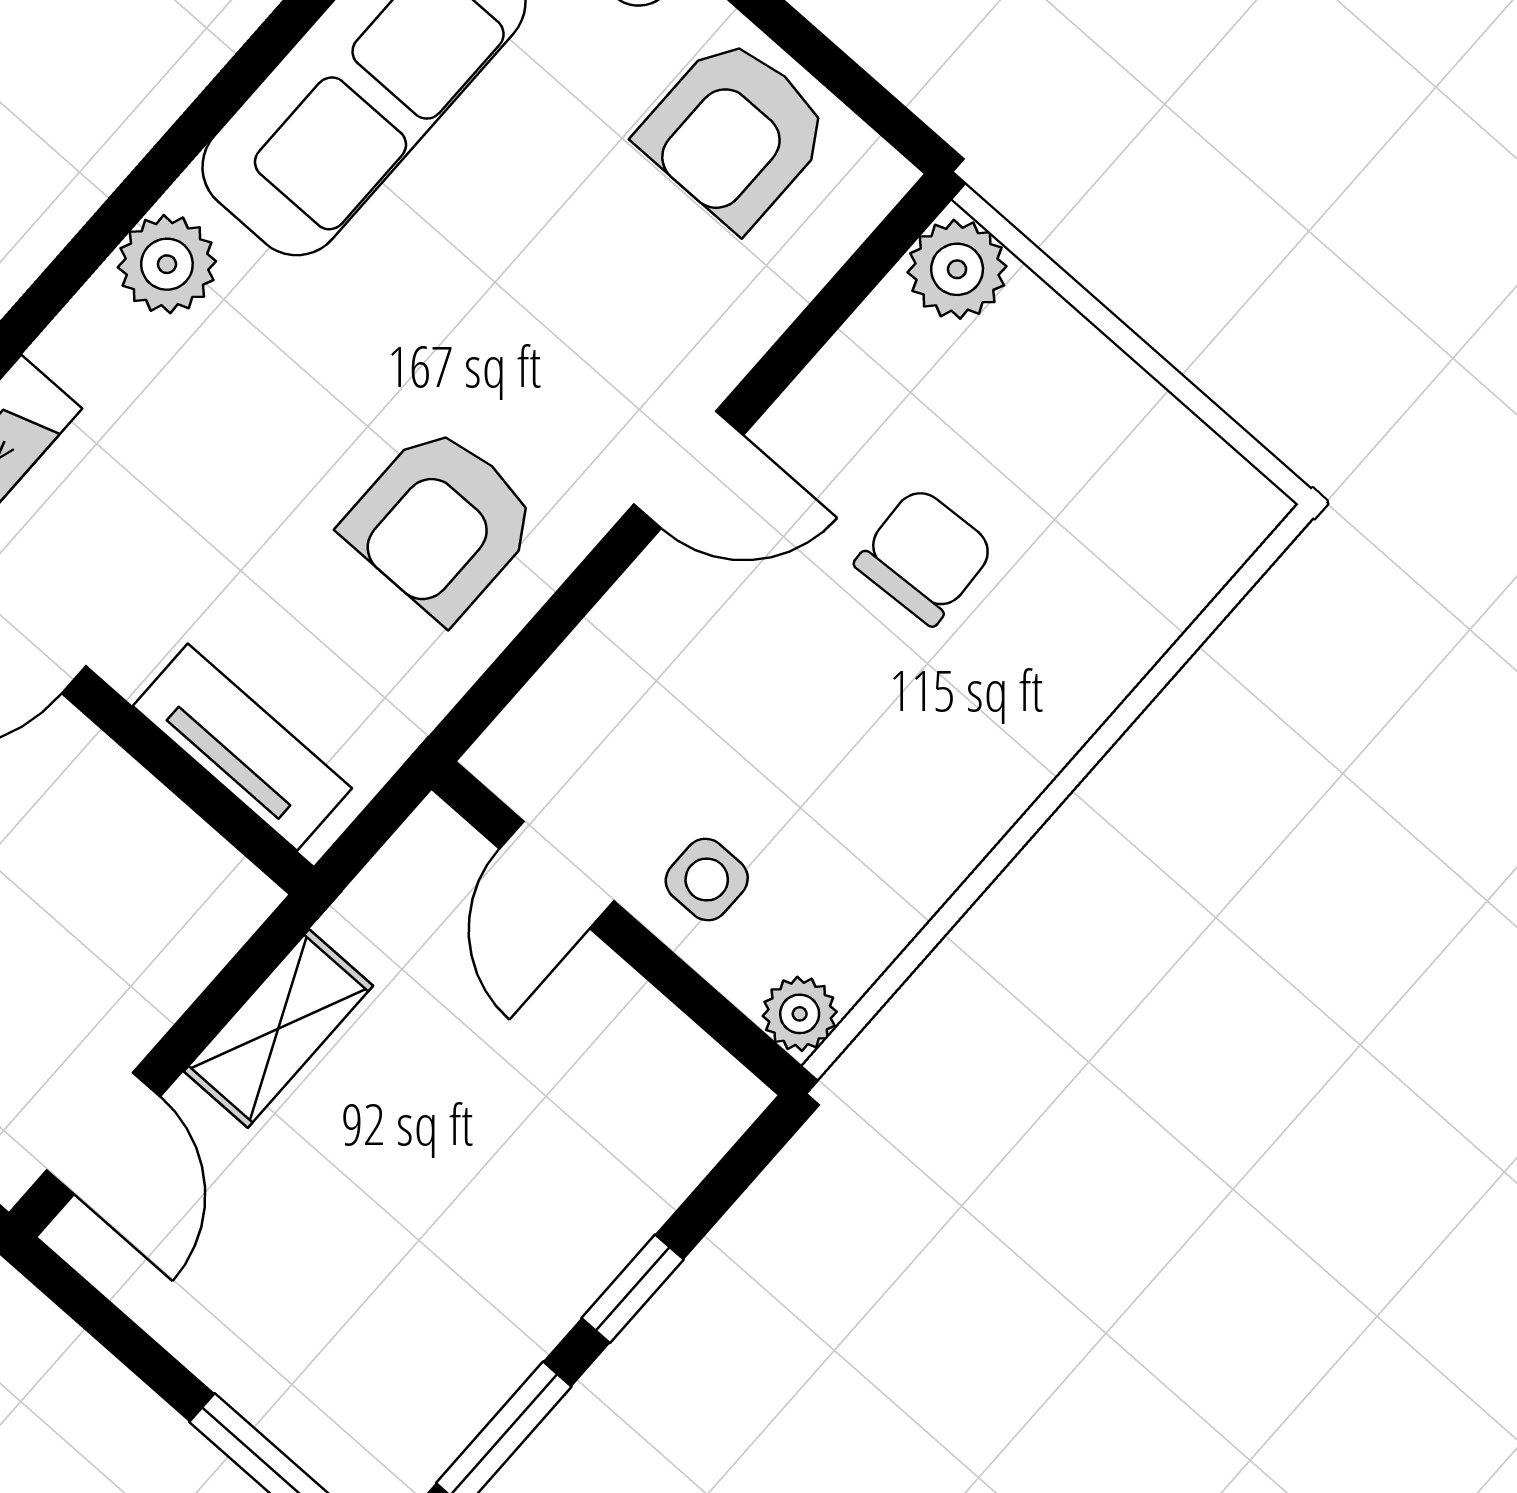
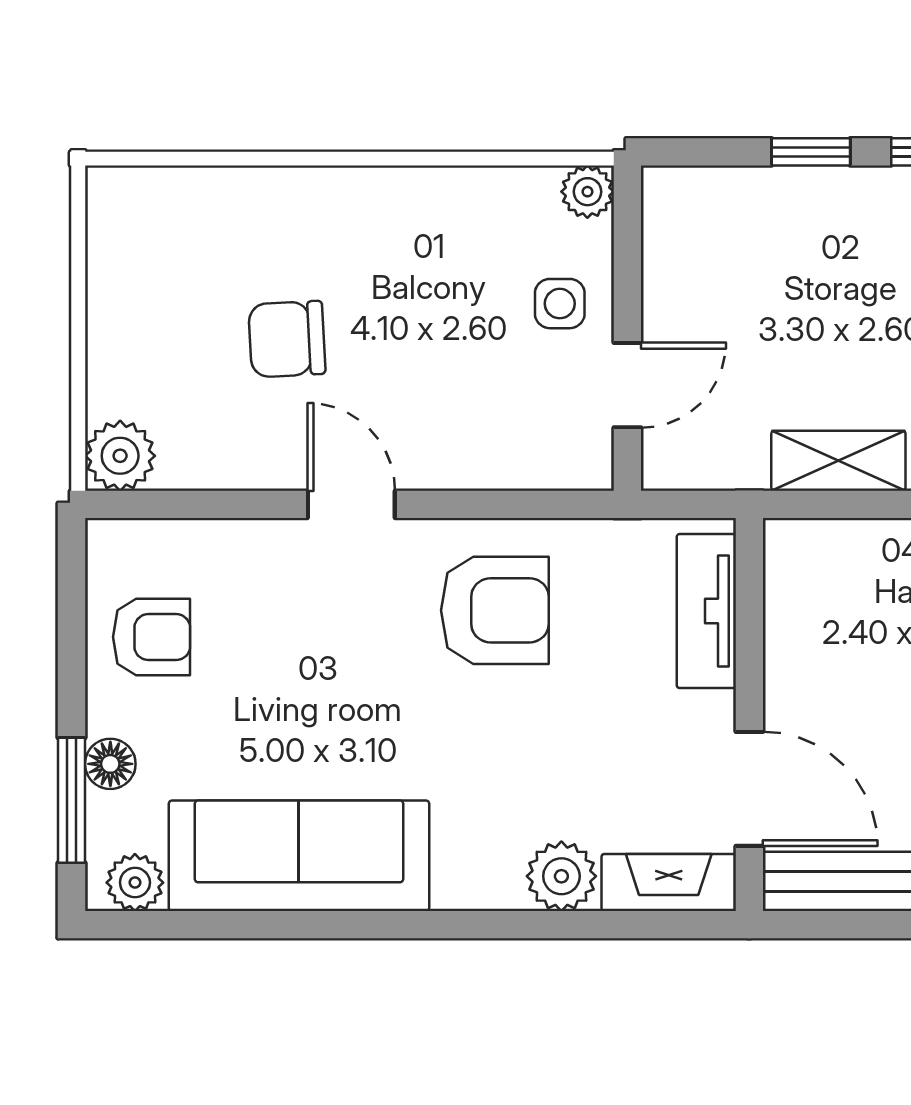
armchair: (735, 133) -> (151, 637), width x0.72, depth x0.72
plant: (167, 264) -> (561, 876), moved

